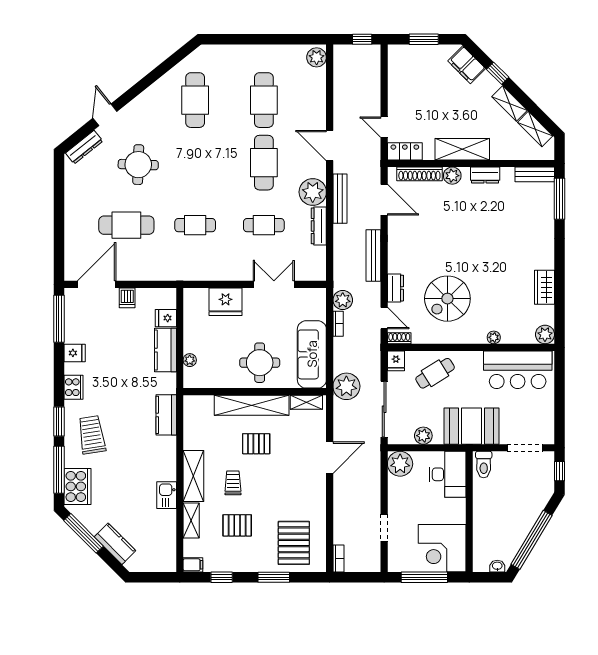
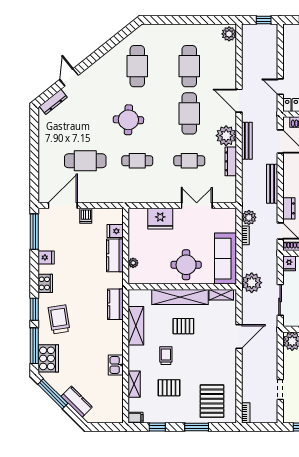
round table: (138, 165) -> (128, 120), moved
sliding door: (384, 409) -> (280, 300), width x0.73
shelving: (193, 476) -> (136, 326), moved

